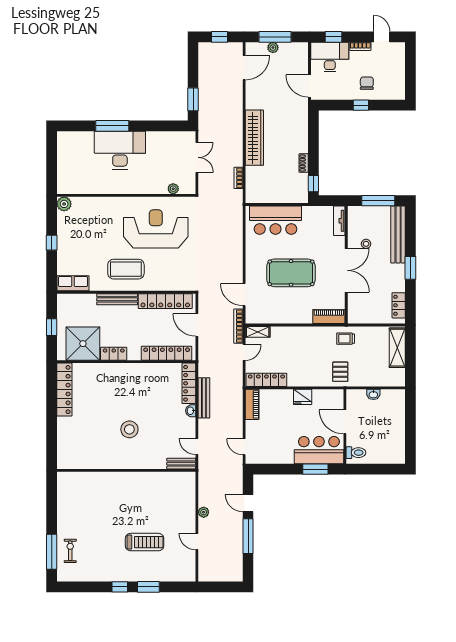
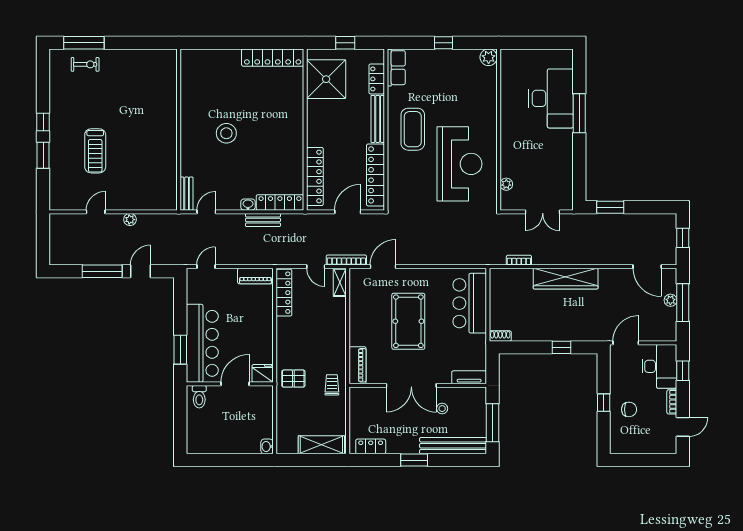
desk: (120, 150) -> (551, 98), moved
shoe rack: (304, 163) -> (500, 336), moved
window: (313, 184) -> (562, 347), moved
locker: (114, 354) -> (377, 79), moved, turned 180
washbasin: (373, 394) -> (267, 446), moved
fridge: (303, 397) -> (263, 373), moved, turned 90
bench: (204, 398) -> (263, 220), width x0.73
bar counter: (319, 450) -> (202, 343), width x1.36

